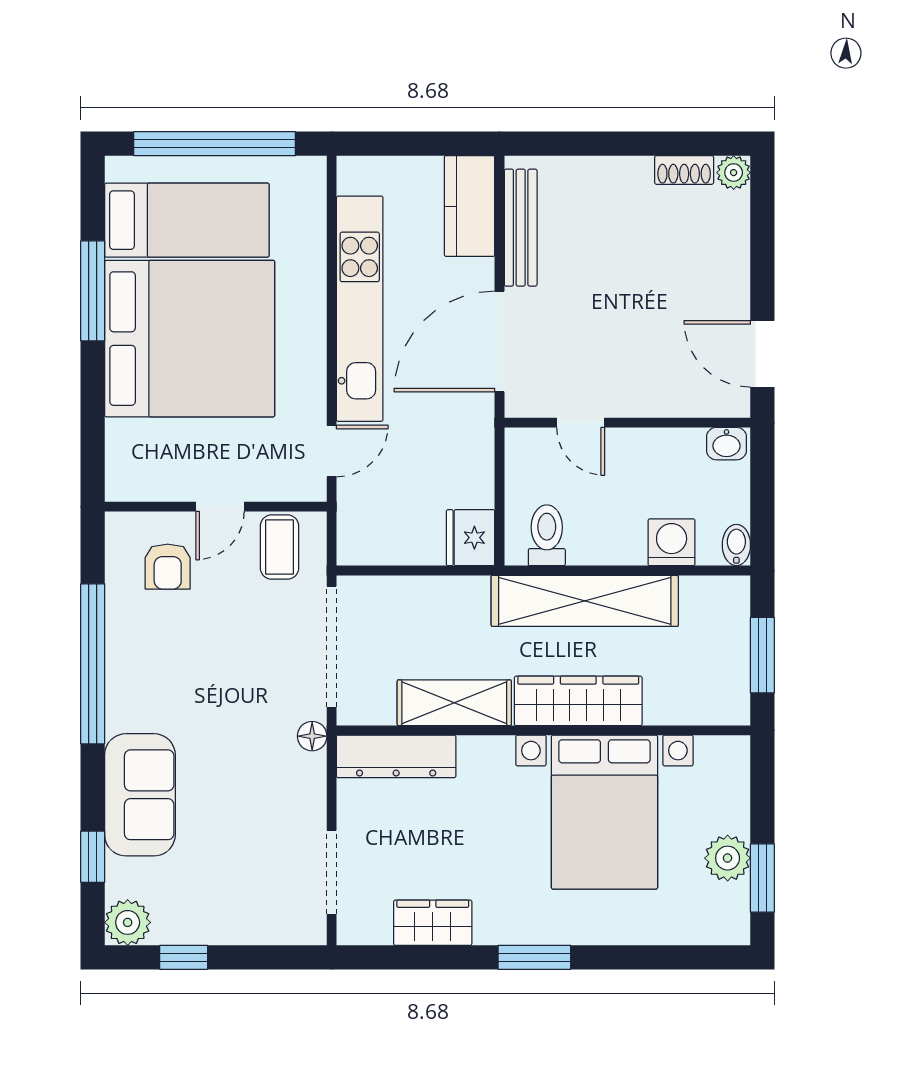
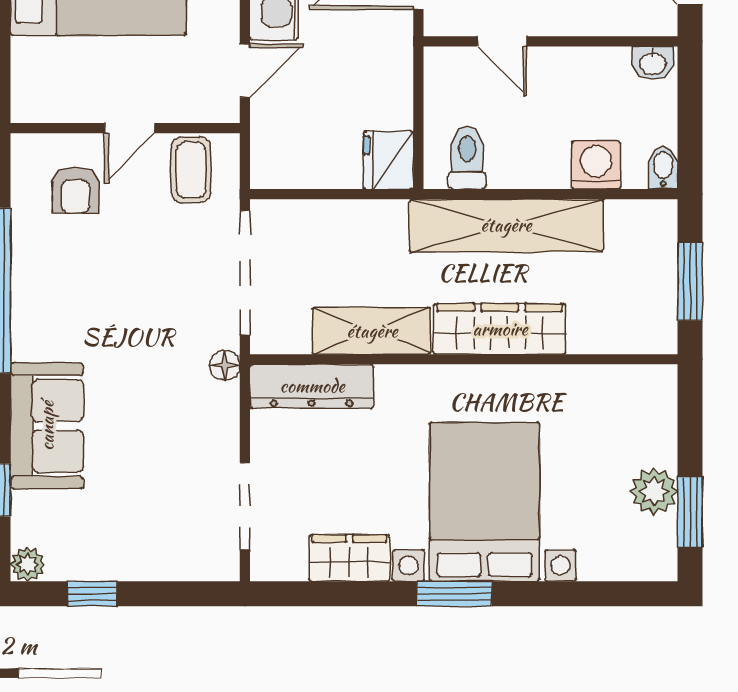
bed with nightstands: (604, 812) -> (485, 502), moved, turned 180
plant: (128, 922) -> (28, 564), width x0.73, depth x0.73

